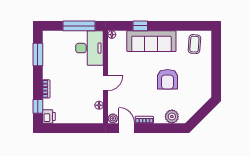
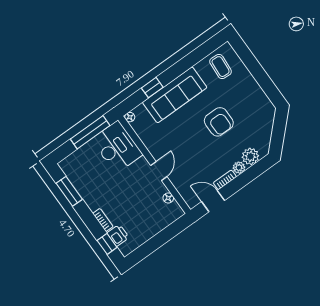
printer: (49, 116) -> (118, 235), moved
plant: (113, 118) -> (239, 168), moved

